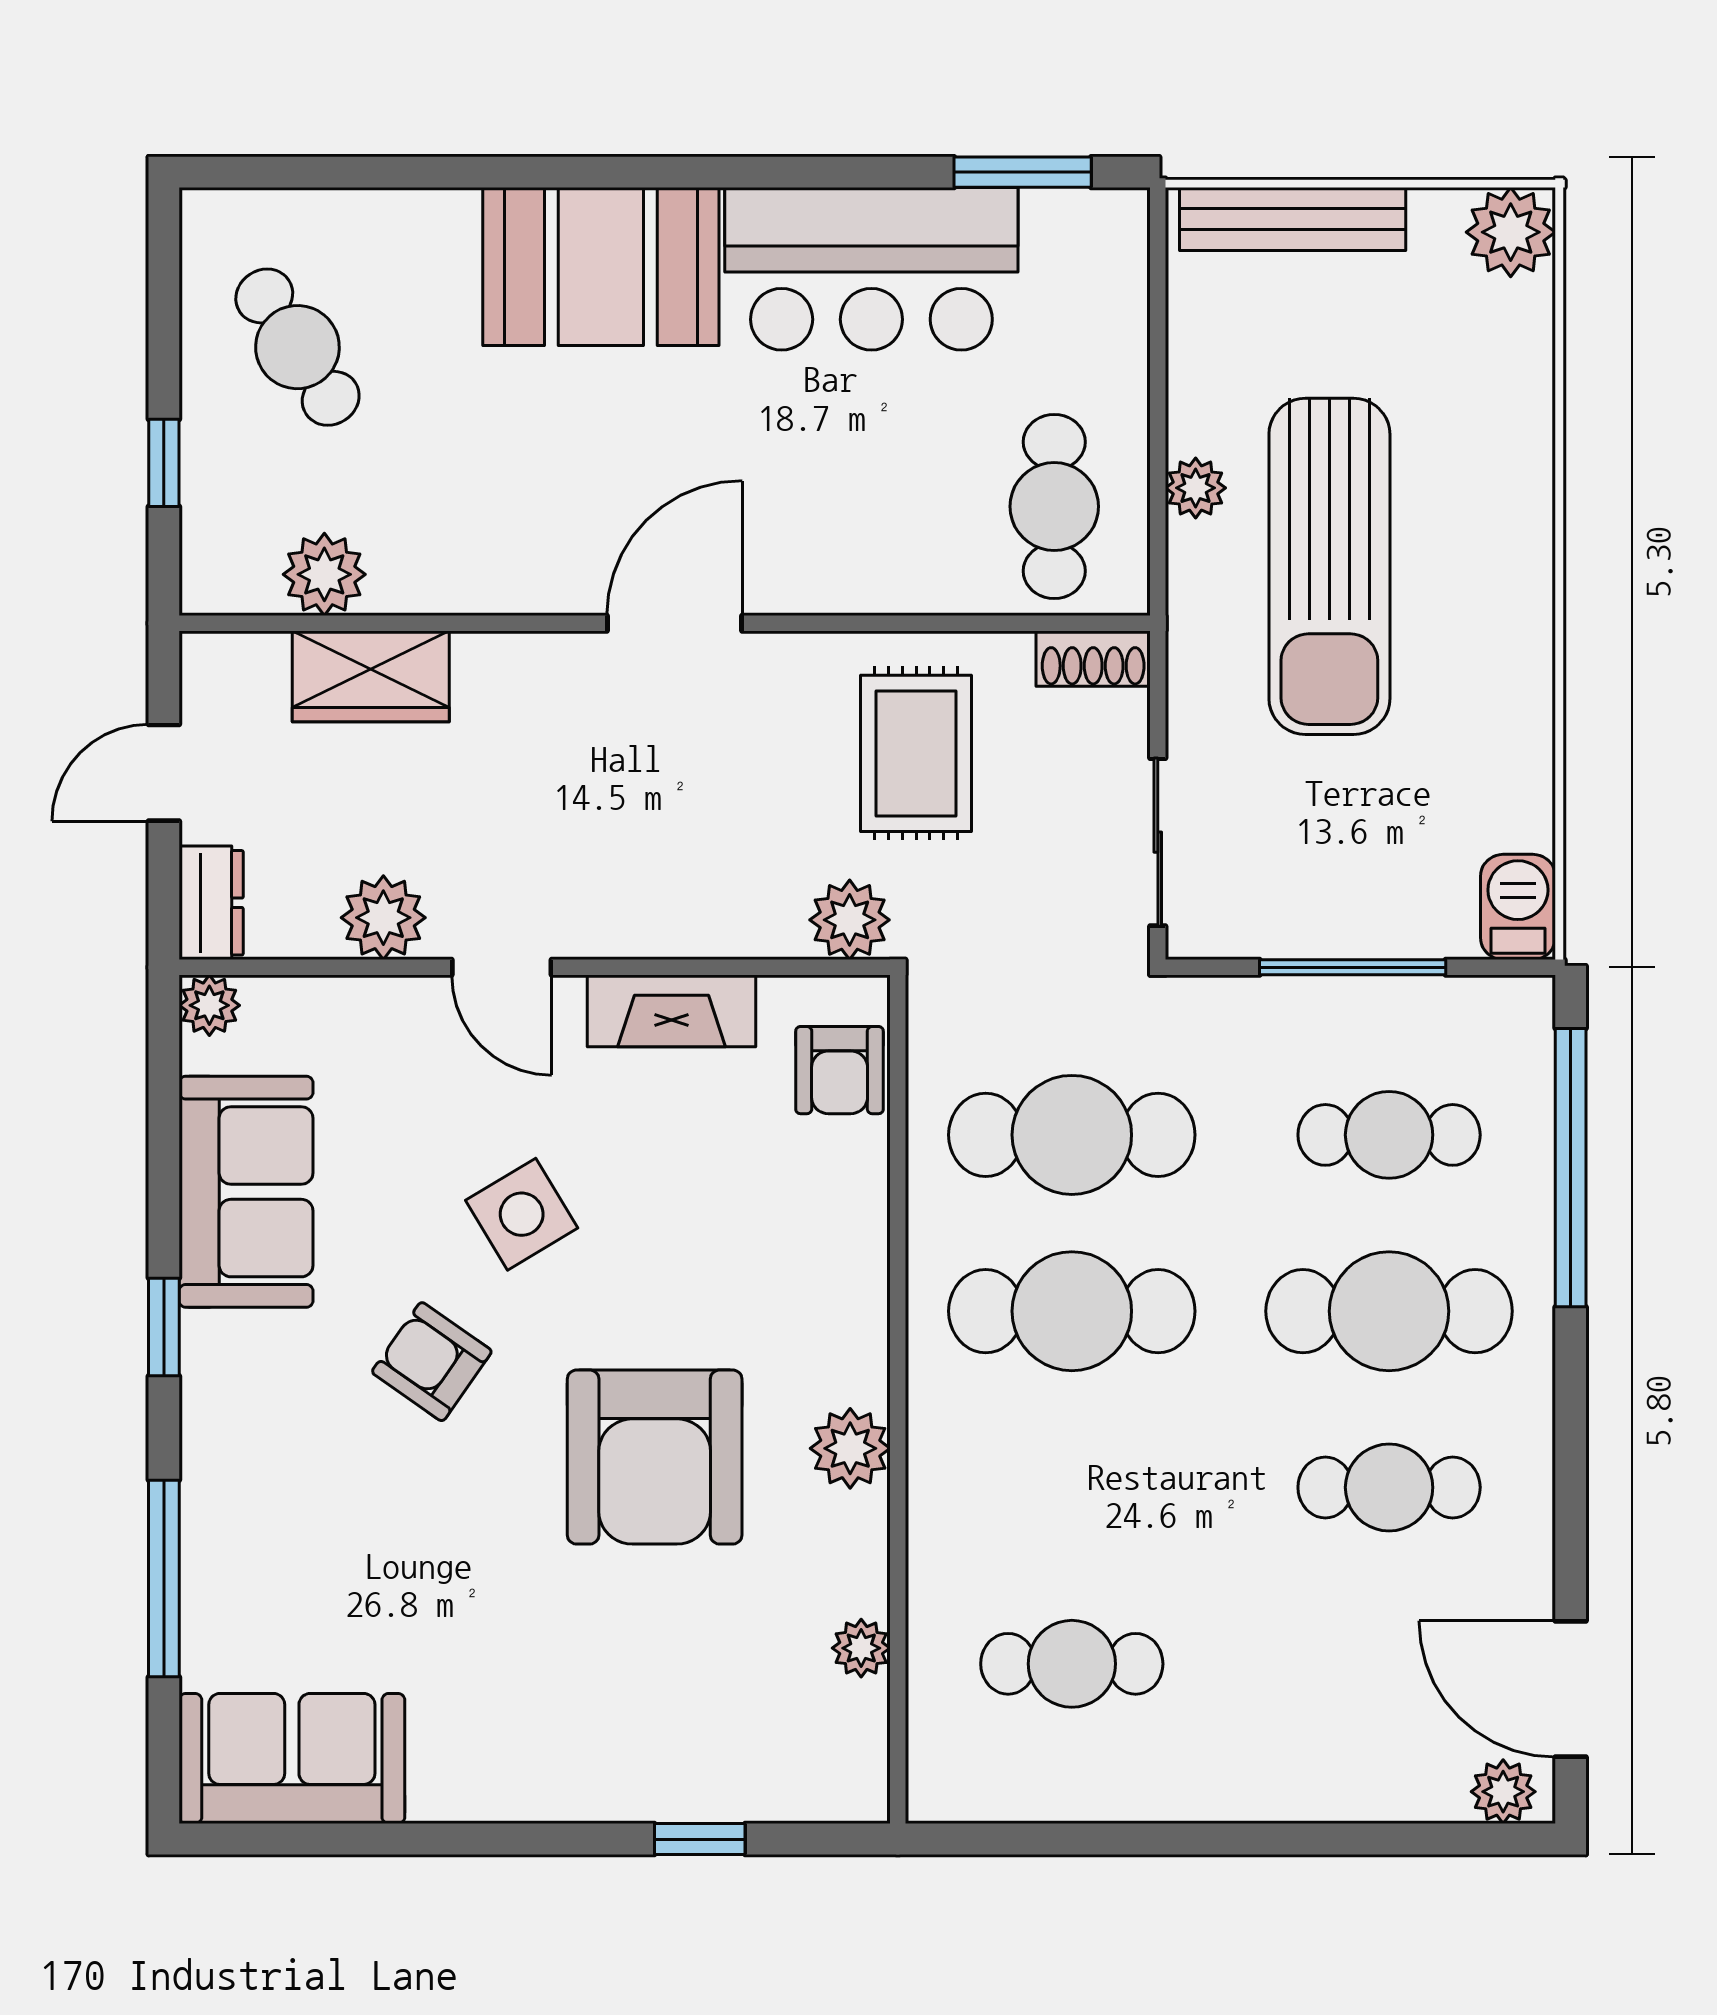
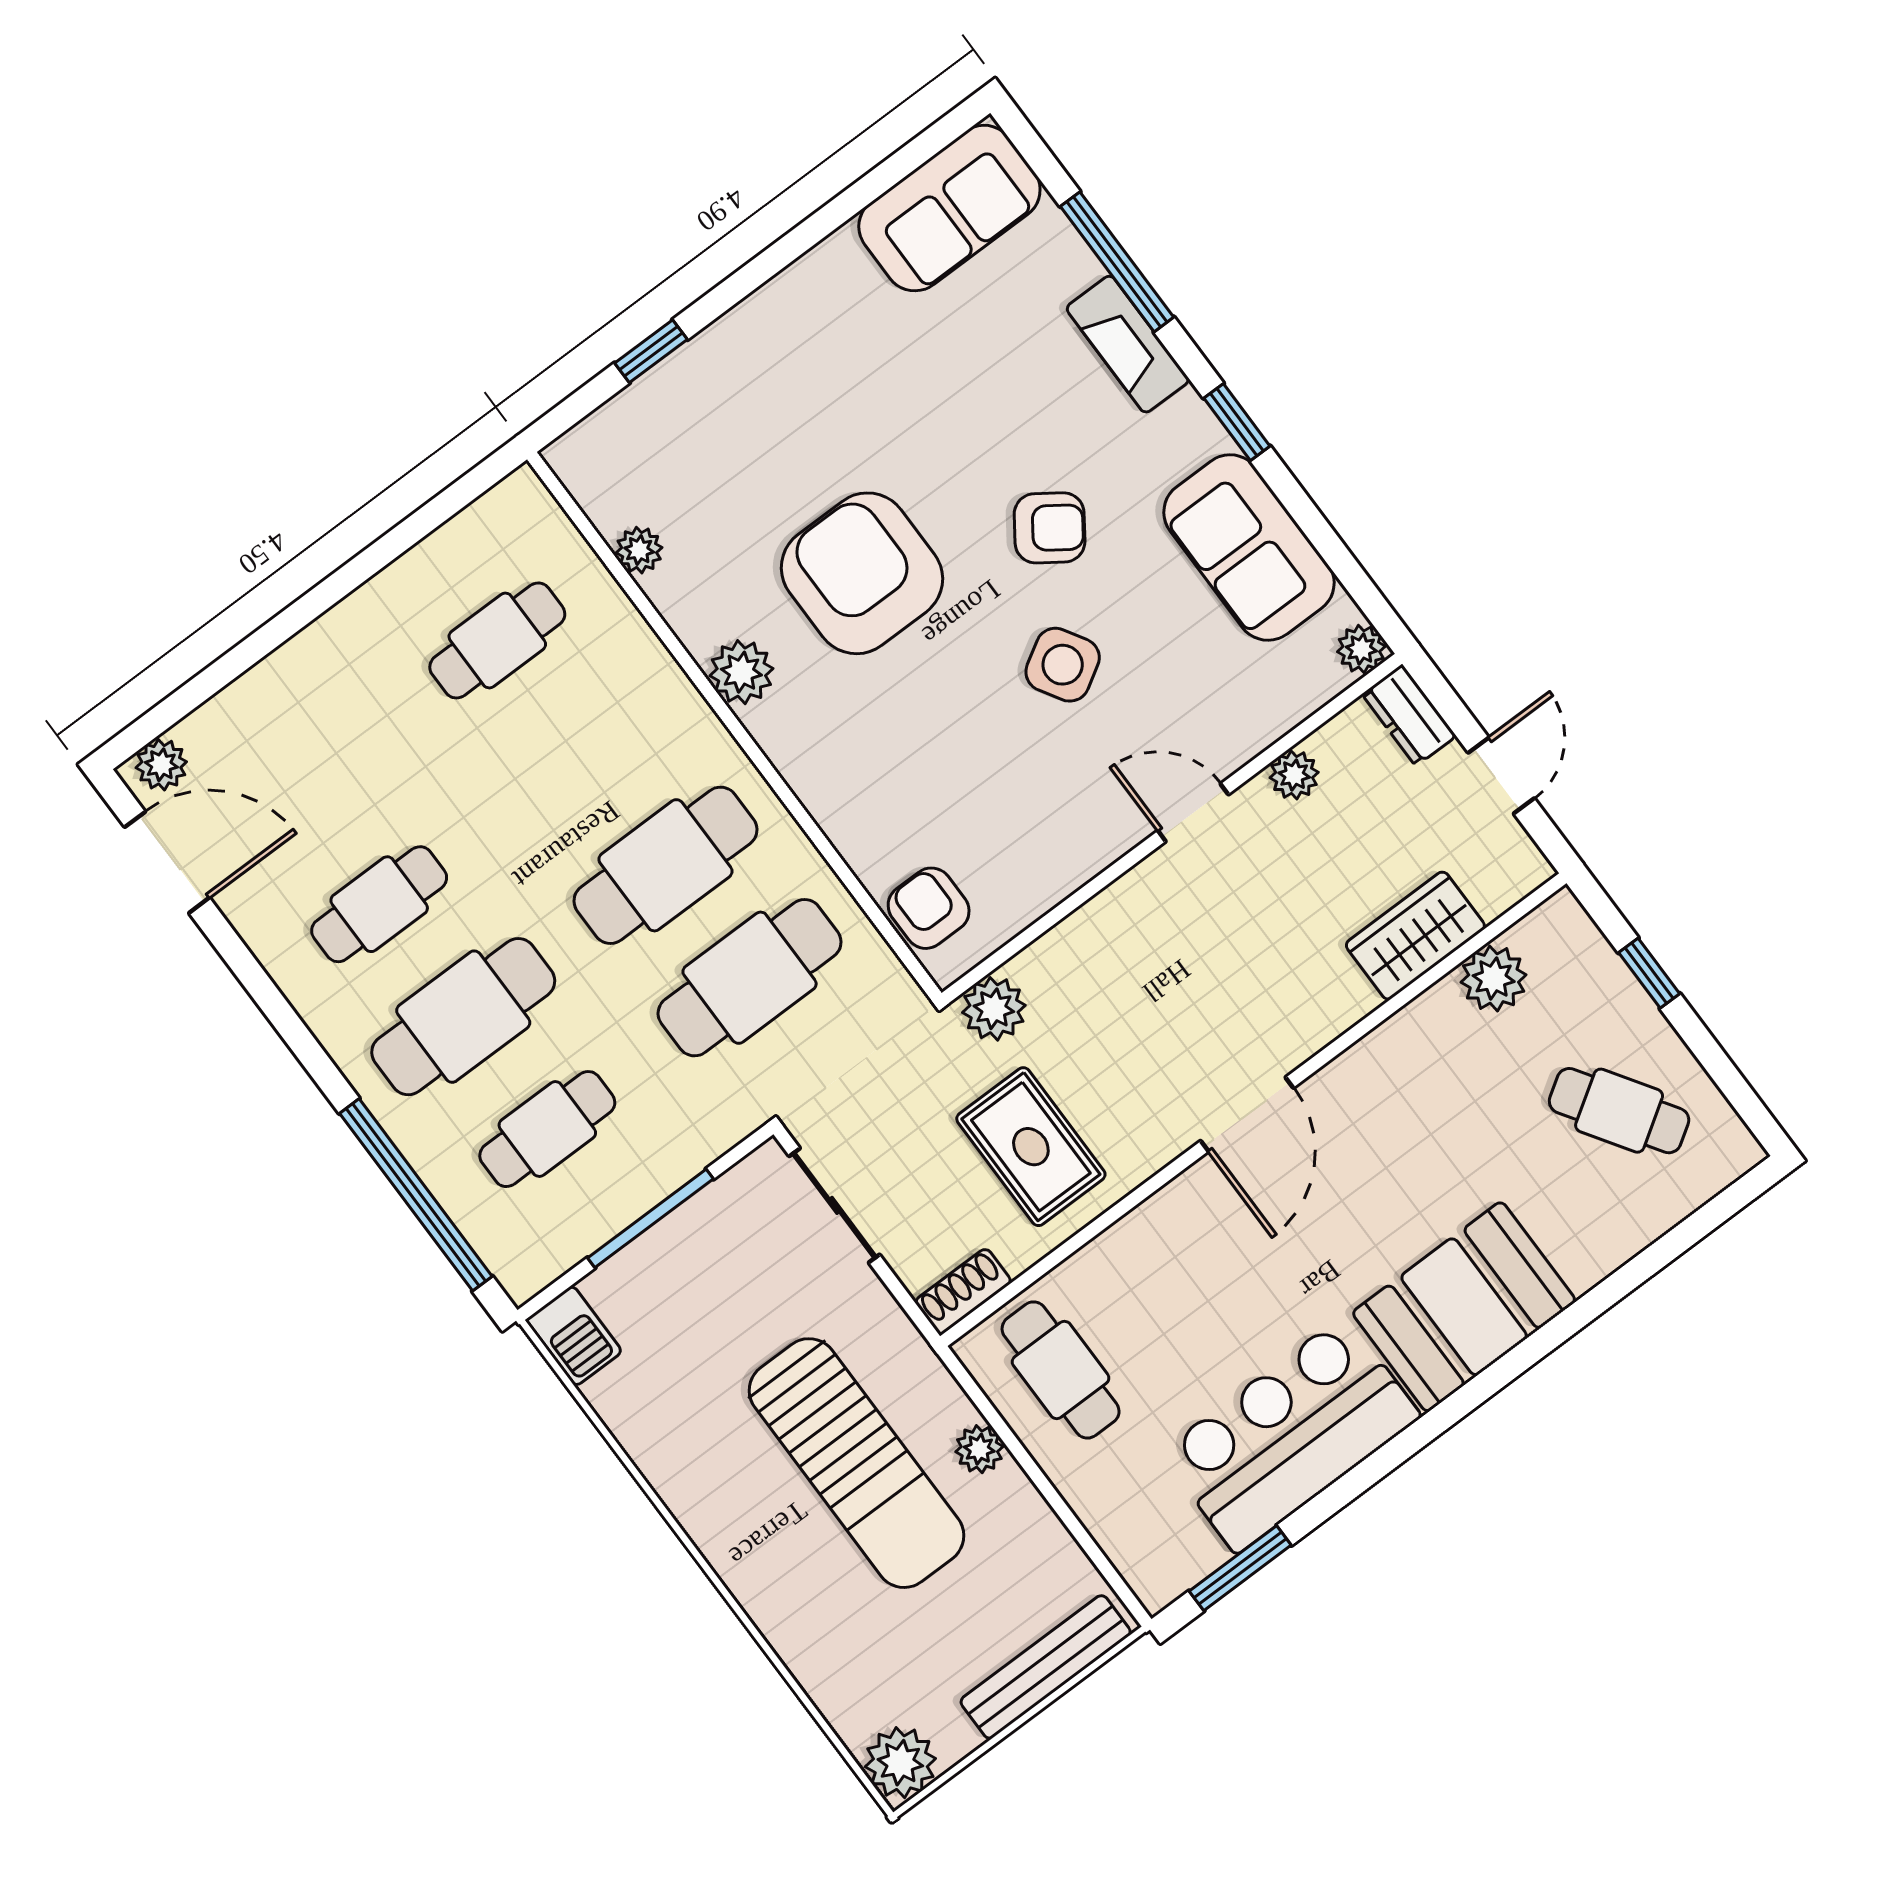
sun lounger: (1329, 566) -> (857, 1463), turned 180
plant: (383, 918) -> (1294, 775), width x0.73, depth x0.73
fireplace: (672, 1011) -> (1128, 344), moved, turned -90

